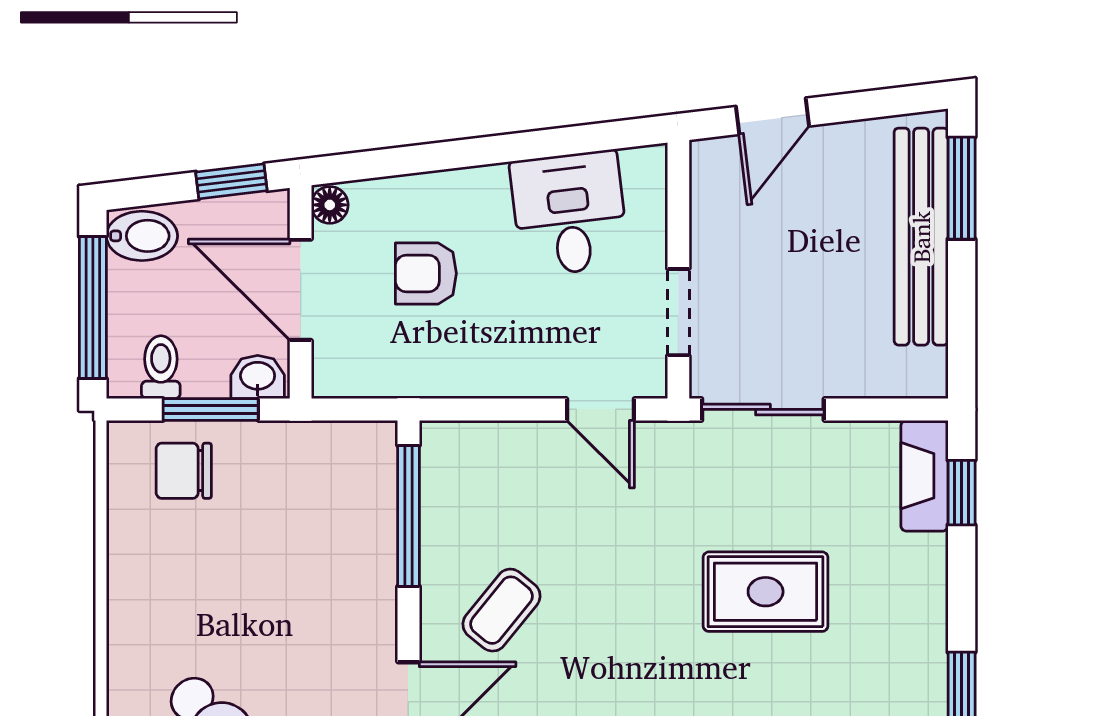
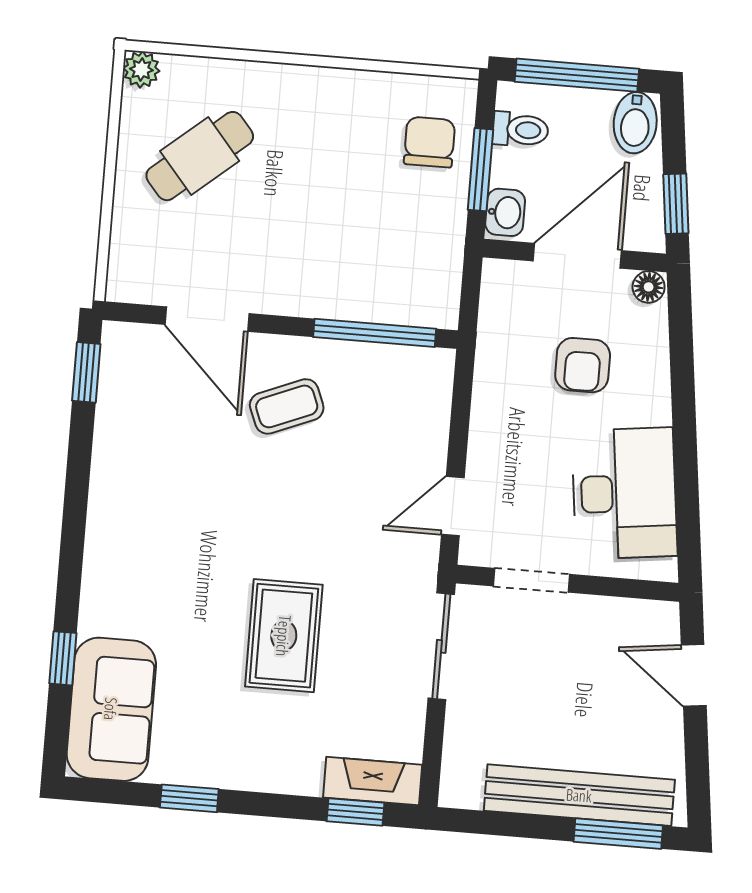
desk: (569, 213) -> (624, 493), width x1.37
armchair: (426, 273) -> (583, 365), turned 180
coffee table: (502, 610) -> (287, 406), turned -61

